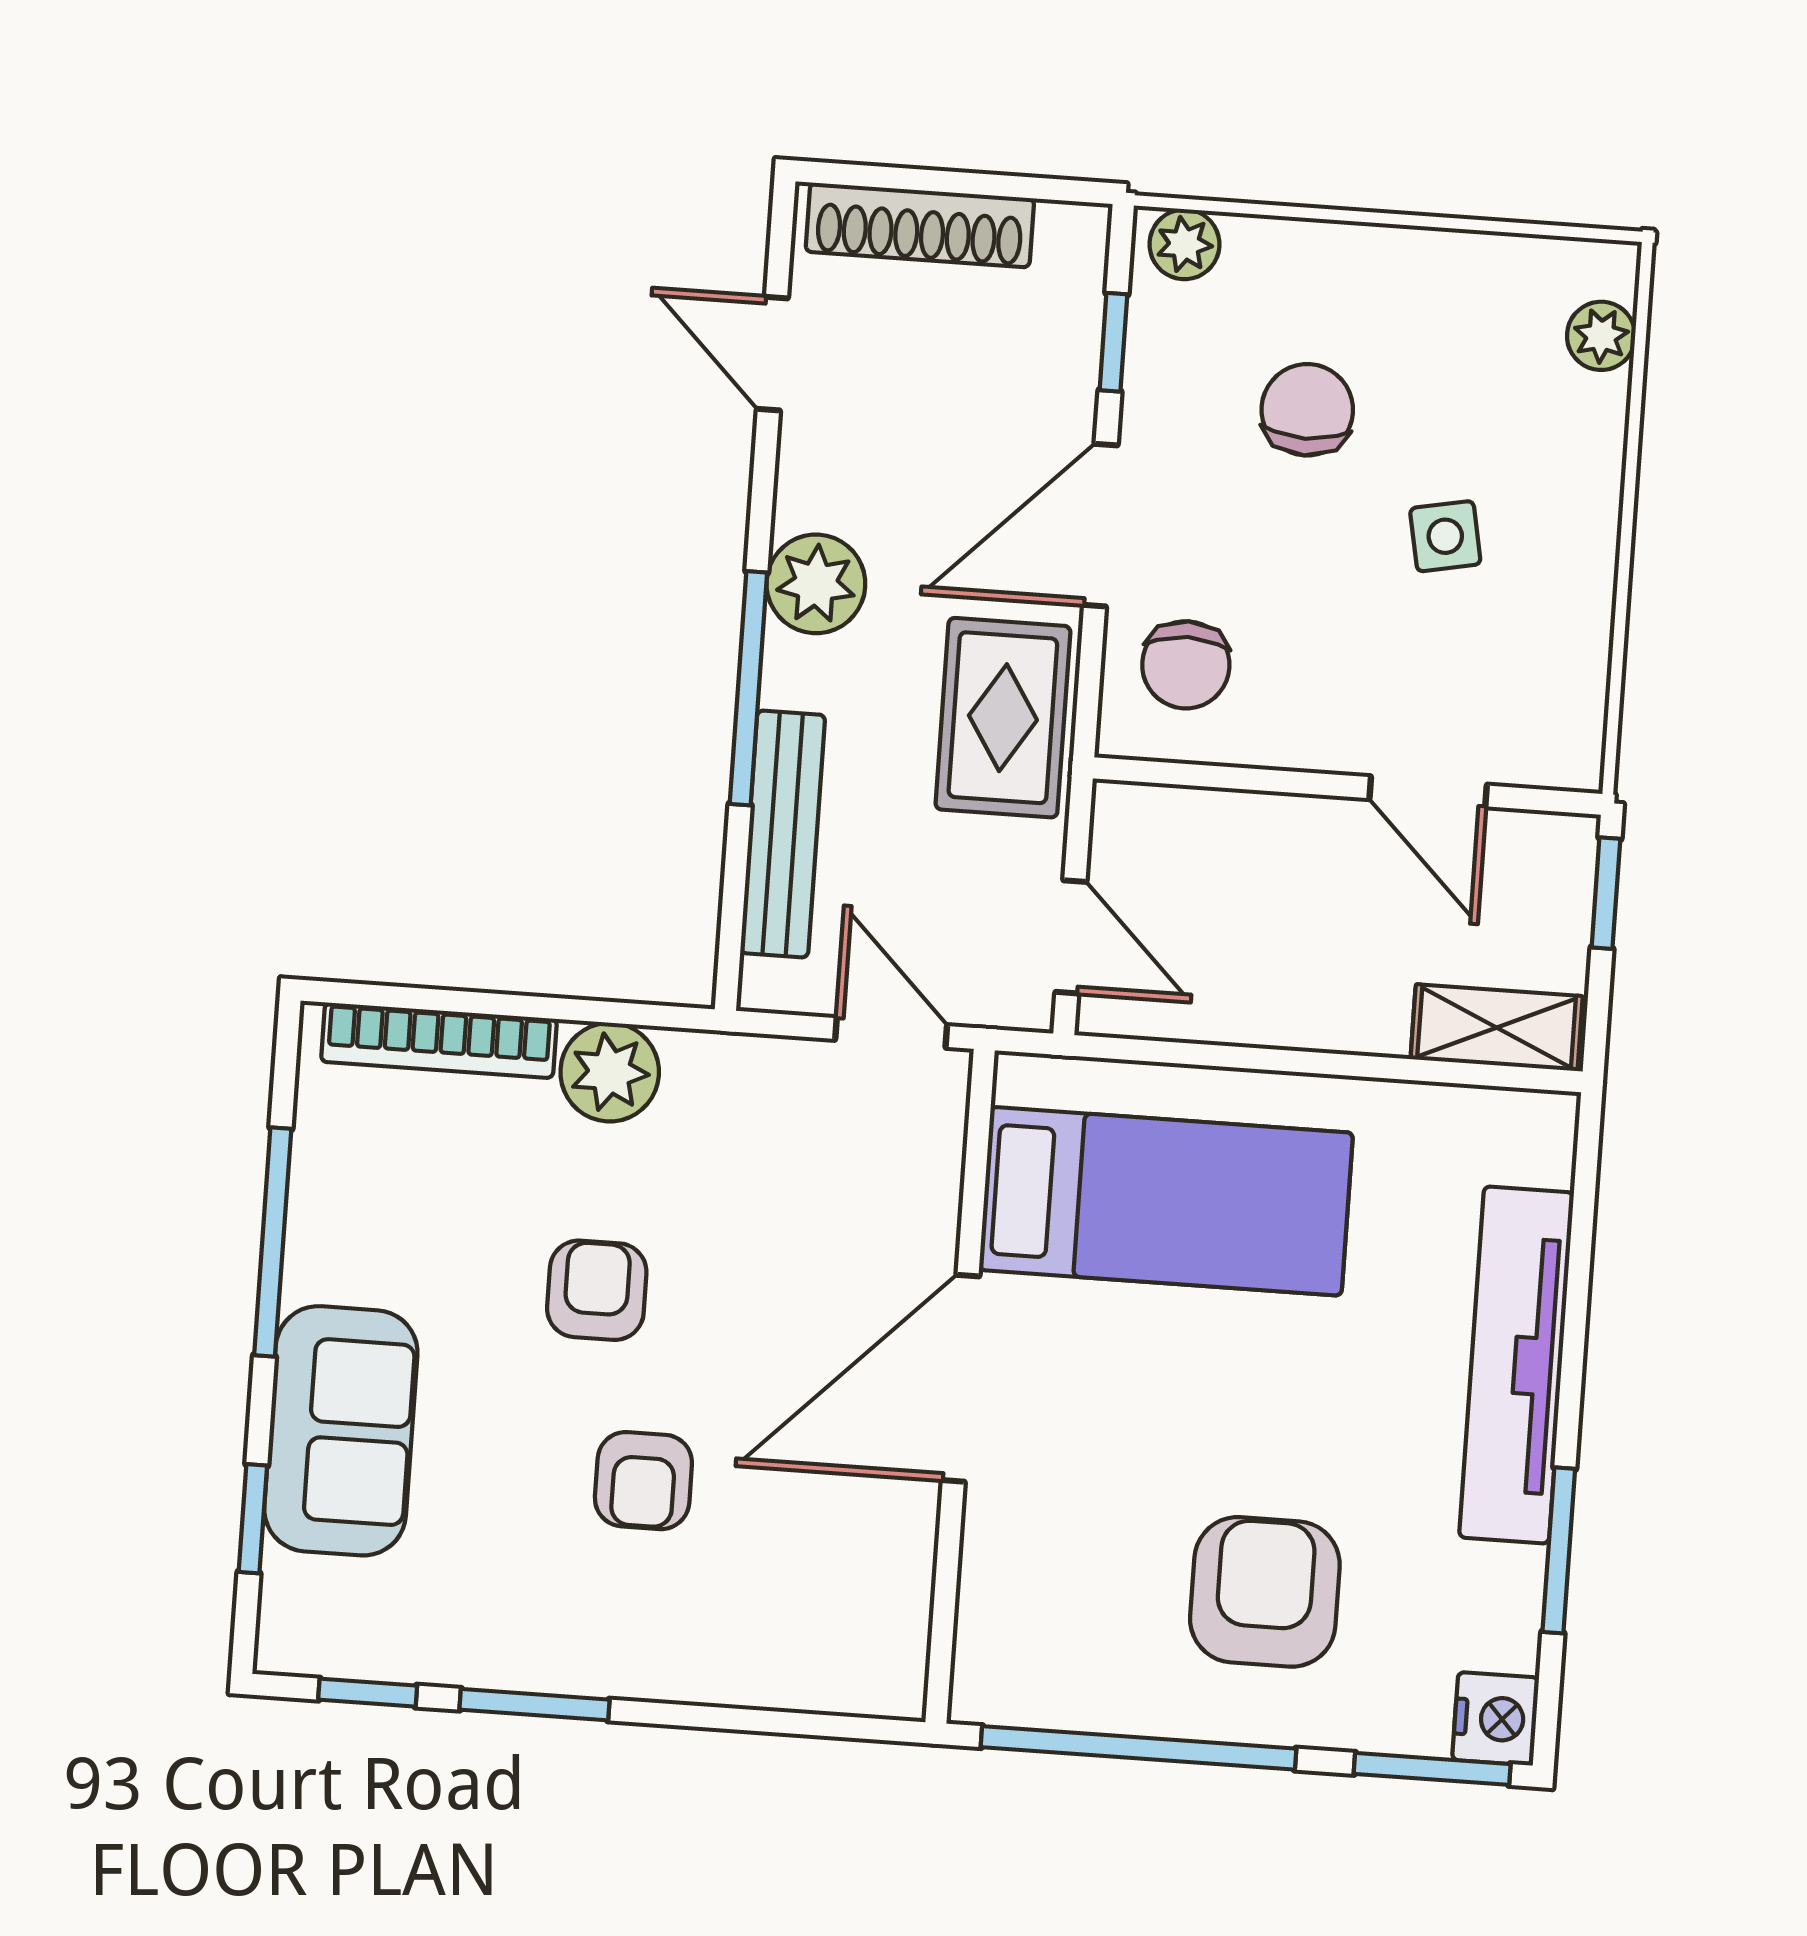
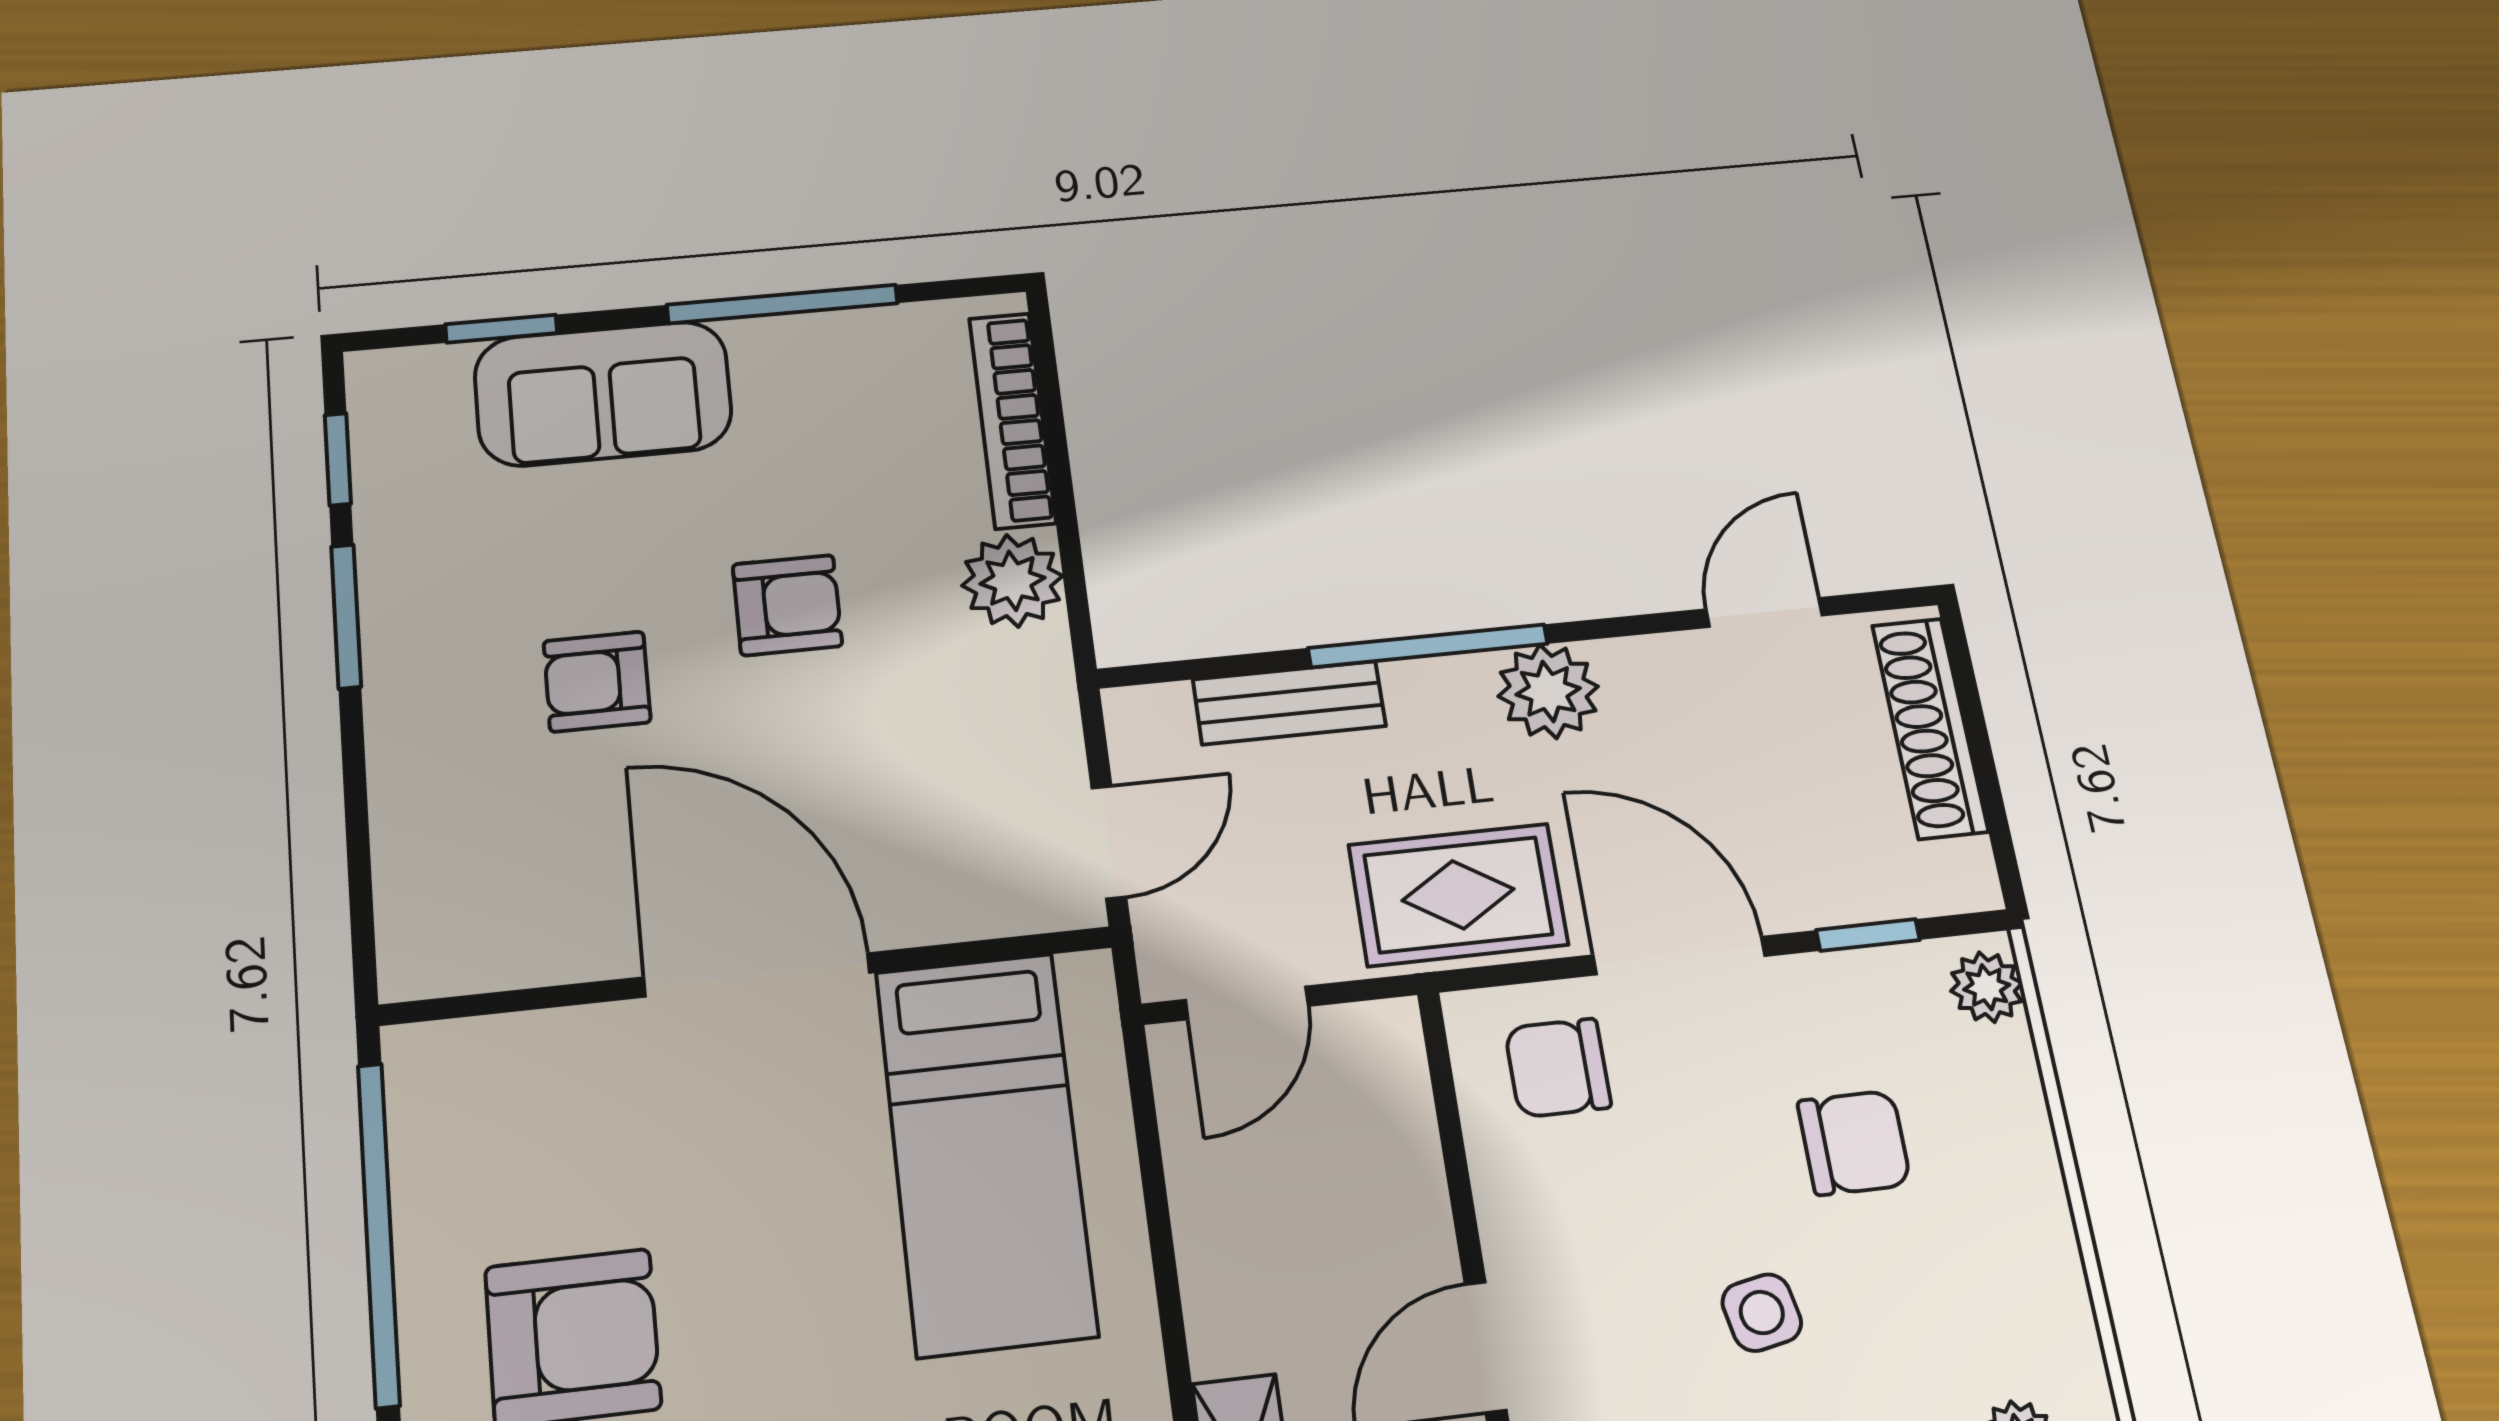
bench: (783, 834) -> (1289, 703), width x0.73

